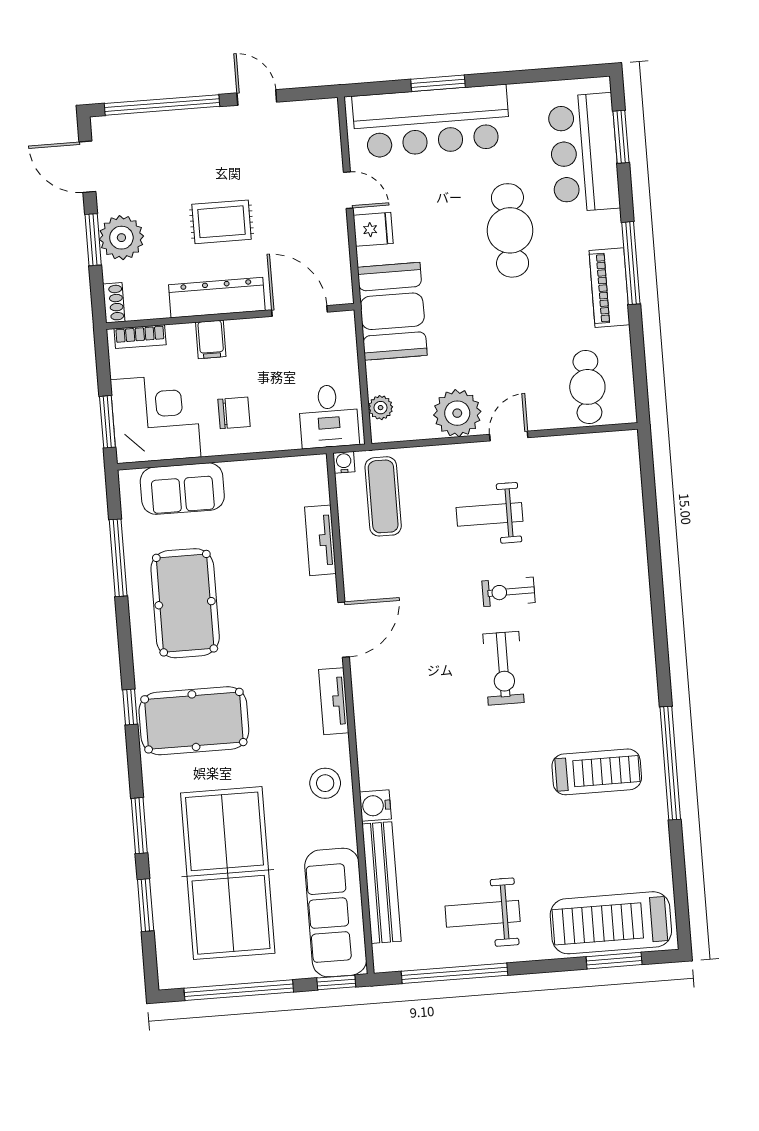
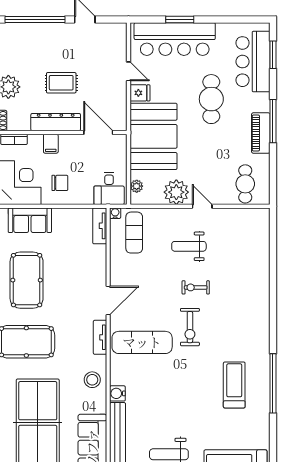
booth: (392, 311) -> (153, 136), width x1.36, depth x1.42
door: (509, 436) -> (202, 206), hinge flipped
tv unit: (320, 540) -> (100, 226), moved
exercise mat: (415, 705) -> (142, 342), added
treadmill: (597, 772) -> (234, 385), turned -90

